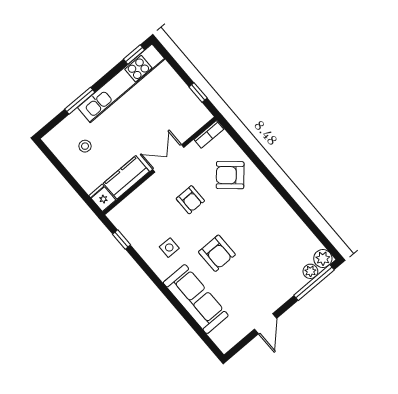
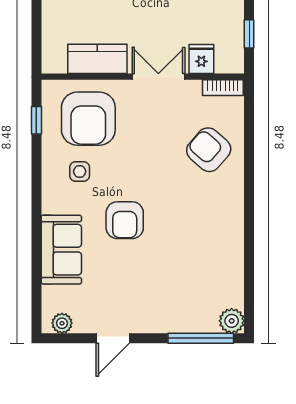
fridge: (102, 198) -> (201, 59), moved
armchair: (190, 200) -> (88, 119), moved, width x1.88, depth x1.88
plant: (310, 271) -> (62, 323), moved
sofa: (196, 299) -> (61, 250), width x0.73

